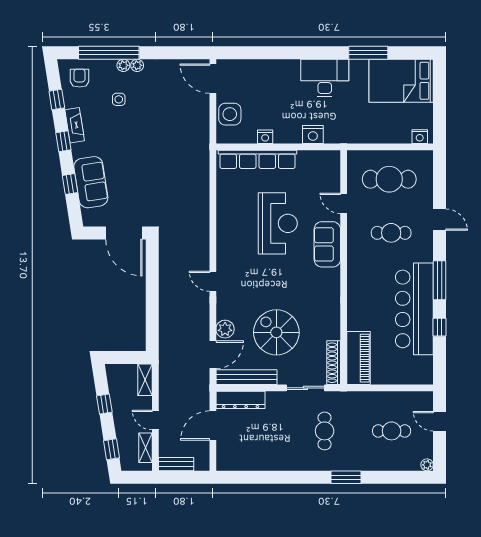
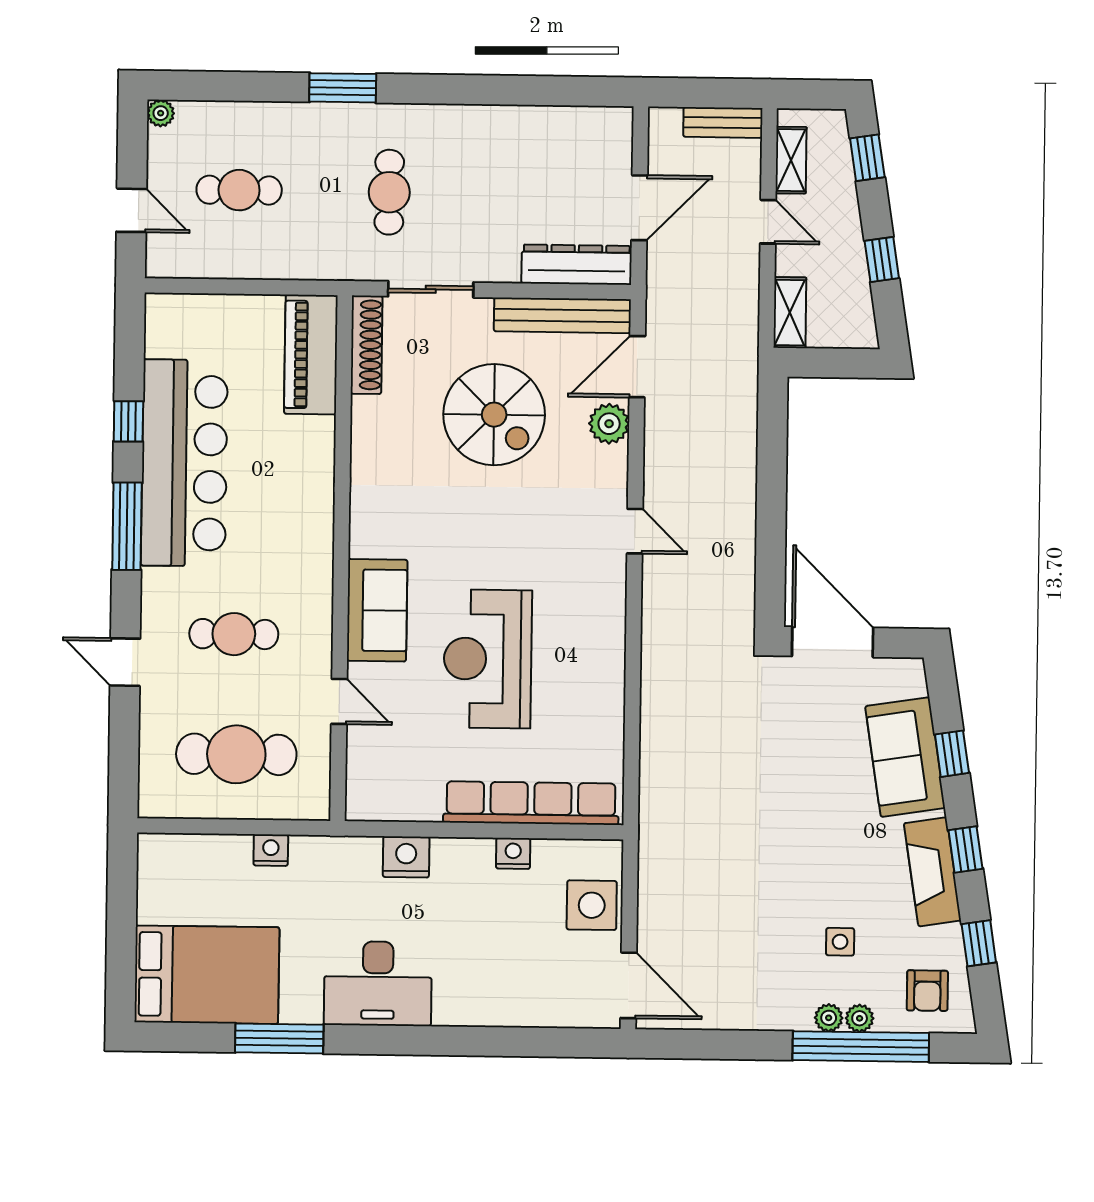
plant: (137, 65) -> (860, 1018), moved
fireplace: (75, 125) -> (933, 872), width x1.37, depth x1.32
nightstand: (420, 137) -> (271, 850), moved

